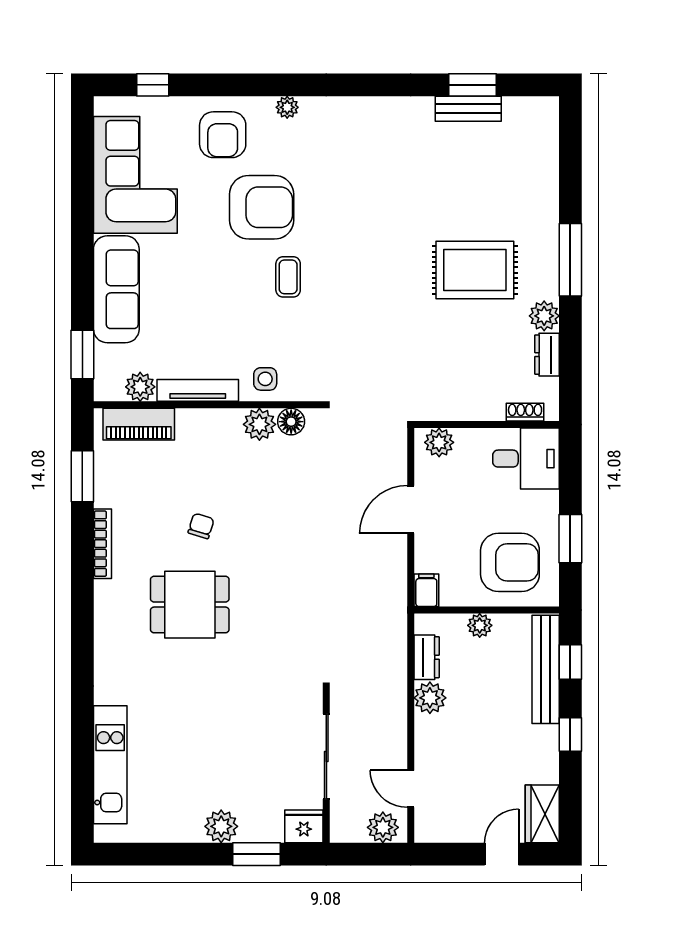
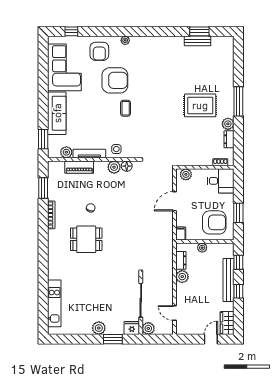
piano: (139, 424) -> (79, 167), moved
bench: (546, 669) -> (228, 280), moved
plant: (383, 827) -> (148, 328), moved

